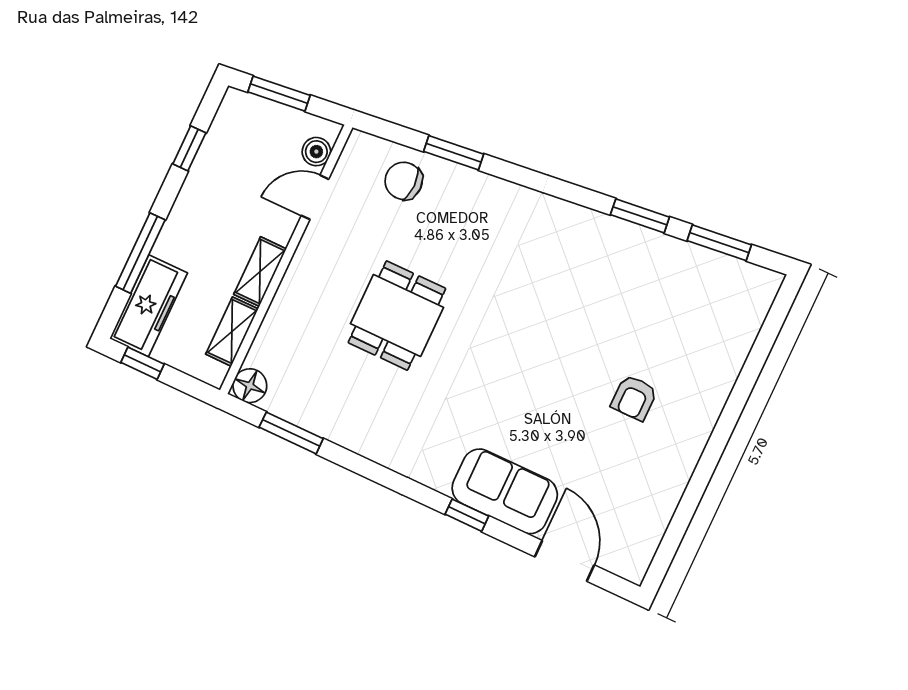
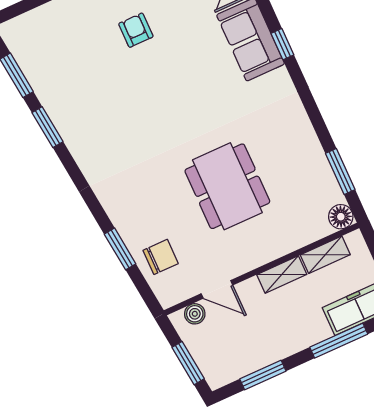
window: (189, 148) -> (263, 375), width x1.50
chair: (404, 181) -> (161, 257), turned -90
dining table: (397, 316) -> (227, 186), width x1.38
armchair: (634, 398) -> (136, 30), turned -90

